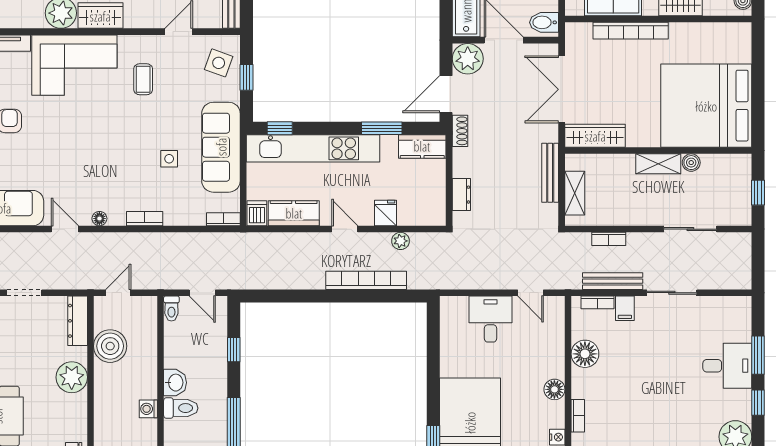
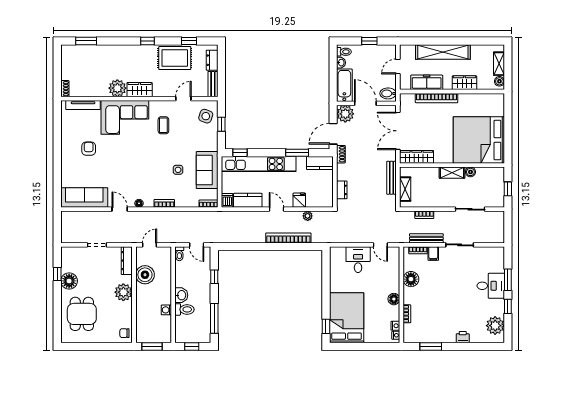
sofa: (221, 147) -> (207, 170), width x0.73

